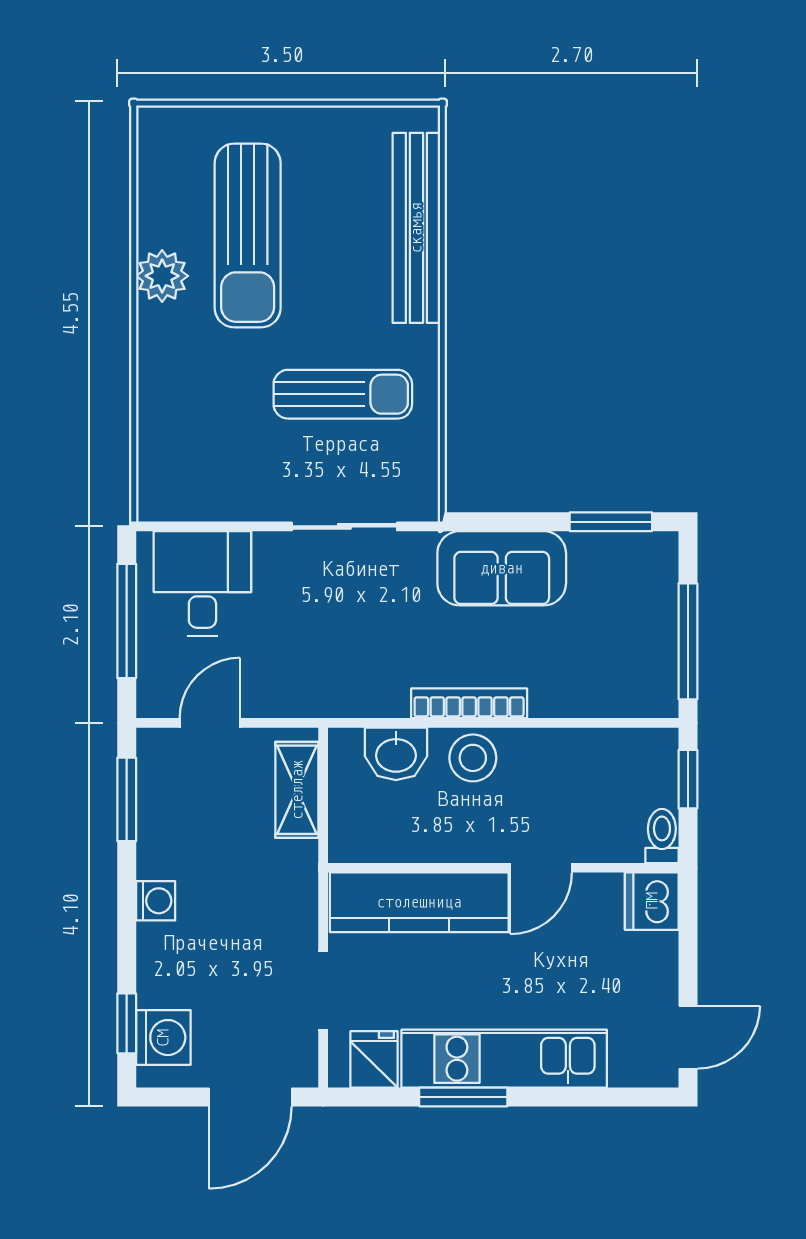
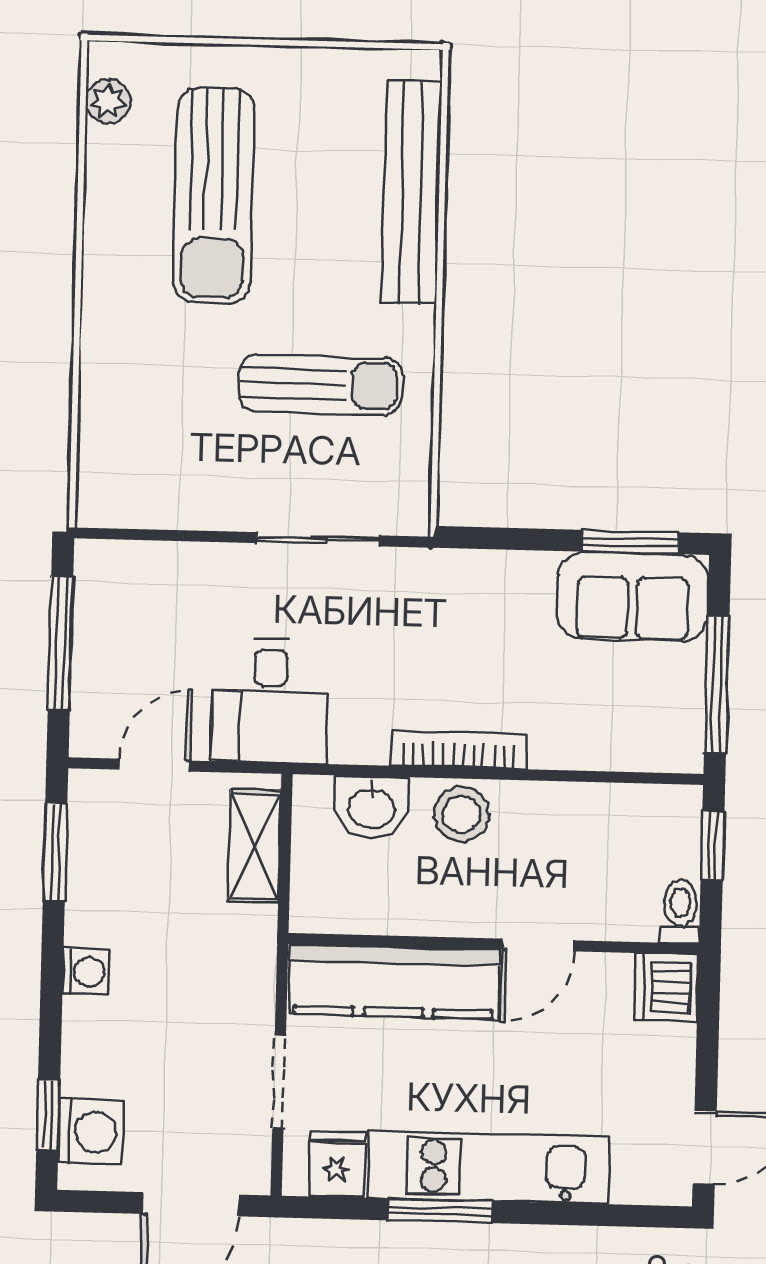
plant: (162, 276) -> (108, 101), moved, width x0.73, depth x0.73
sofa: (502, 568) -> (633, 597), moved
desk: (202, 584) -> (270, 701), moved, turned 180

